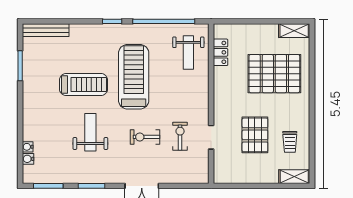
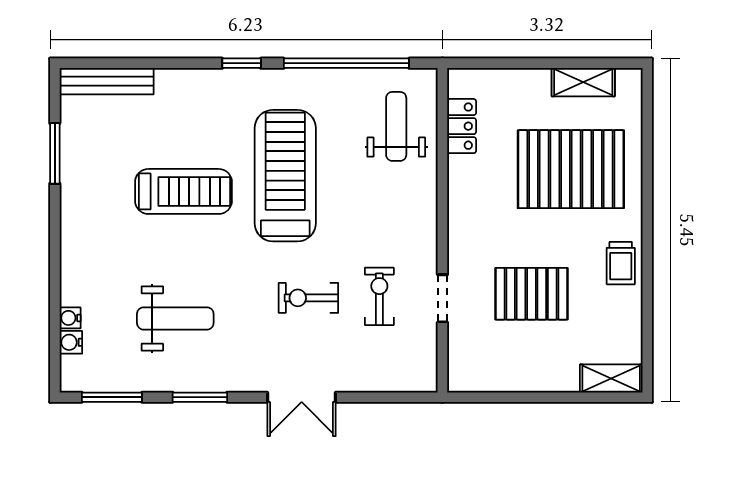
shelving: (294, 31) -> (583, 82), moved
weight bench: (188, 52) -> (396, 126), turned 180
weight bench: (90, 132) -> (175, 318), moved, turned 90
pallet: (255, 135) -> (531, 294), turned 90
trolley: (290, 142) -> (621, 263), moved

